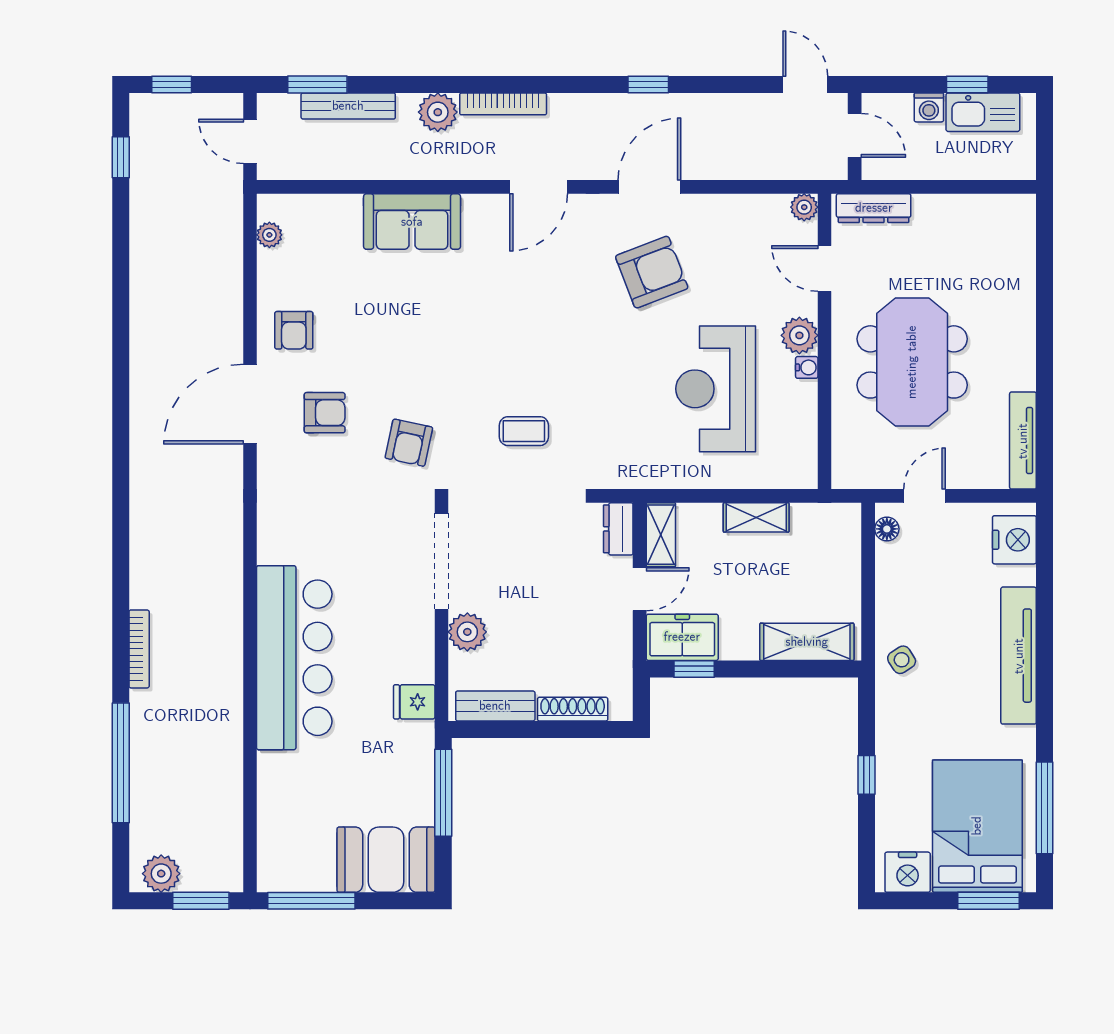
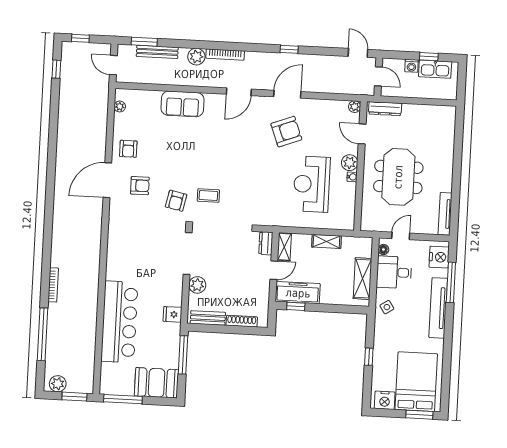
coffee table: (524, 431) -> (208, 196), moved
desk: (914, 580) -> (394, 272), added
freezer: (682, 637) -> (298, 293), width x1.40
shelving: (807, 642) -> (363, 279), moved, turned 90
bar counter: (294, 658) -> (119, 322), moved
window: (1045, 808) -> (451, 282), moved

